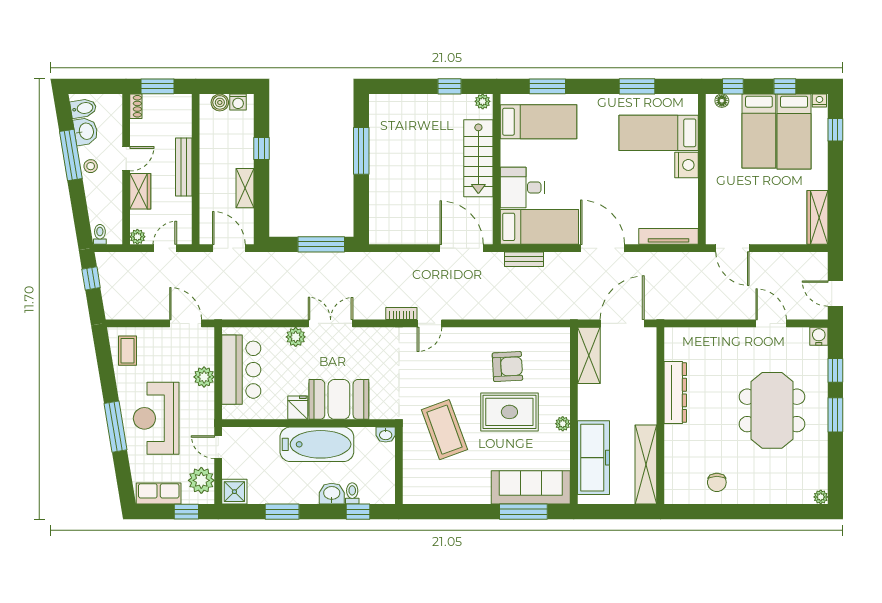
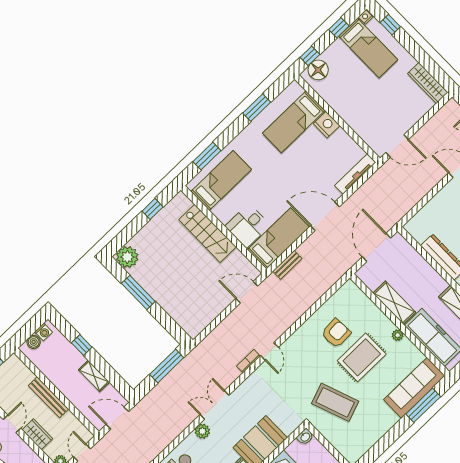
plant: (483, 101) -> (127, 257), moved, width x1.87, depth x1.87
floor lamp: (722, 101) -> (318, 70), width x1.89, depth x1.89
bed: (759, 131) -> (348, 67), removed
door: (462, 248) -> (247, 292), width x0.73
shelving: (589, 355) -> (394, 303), moved

